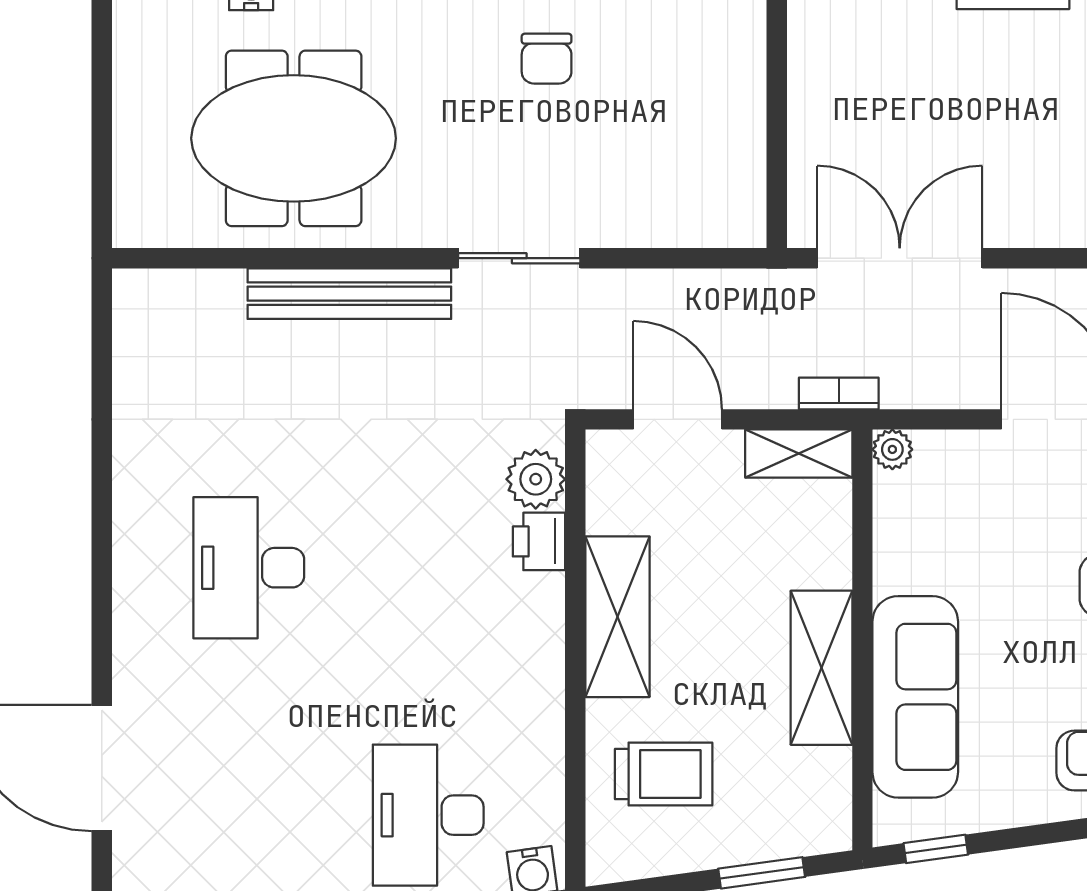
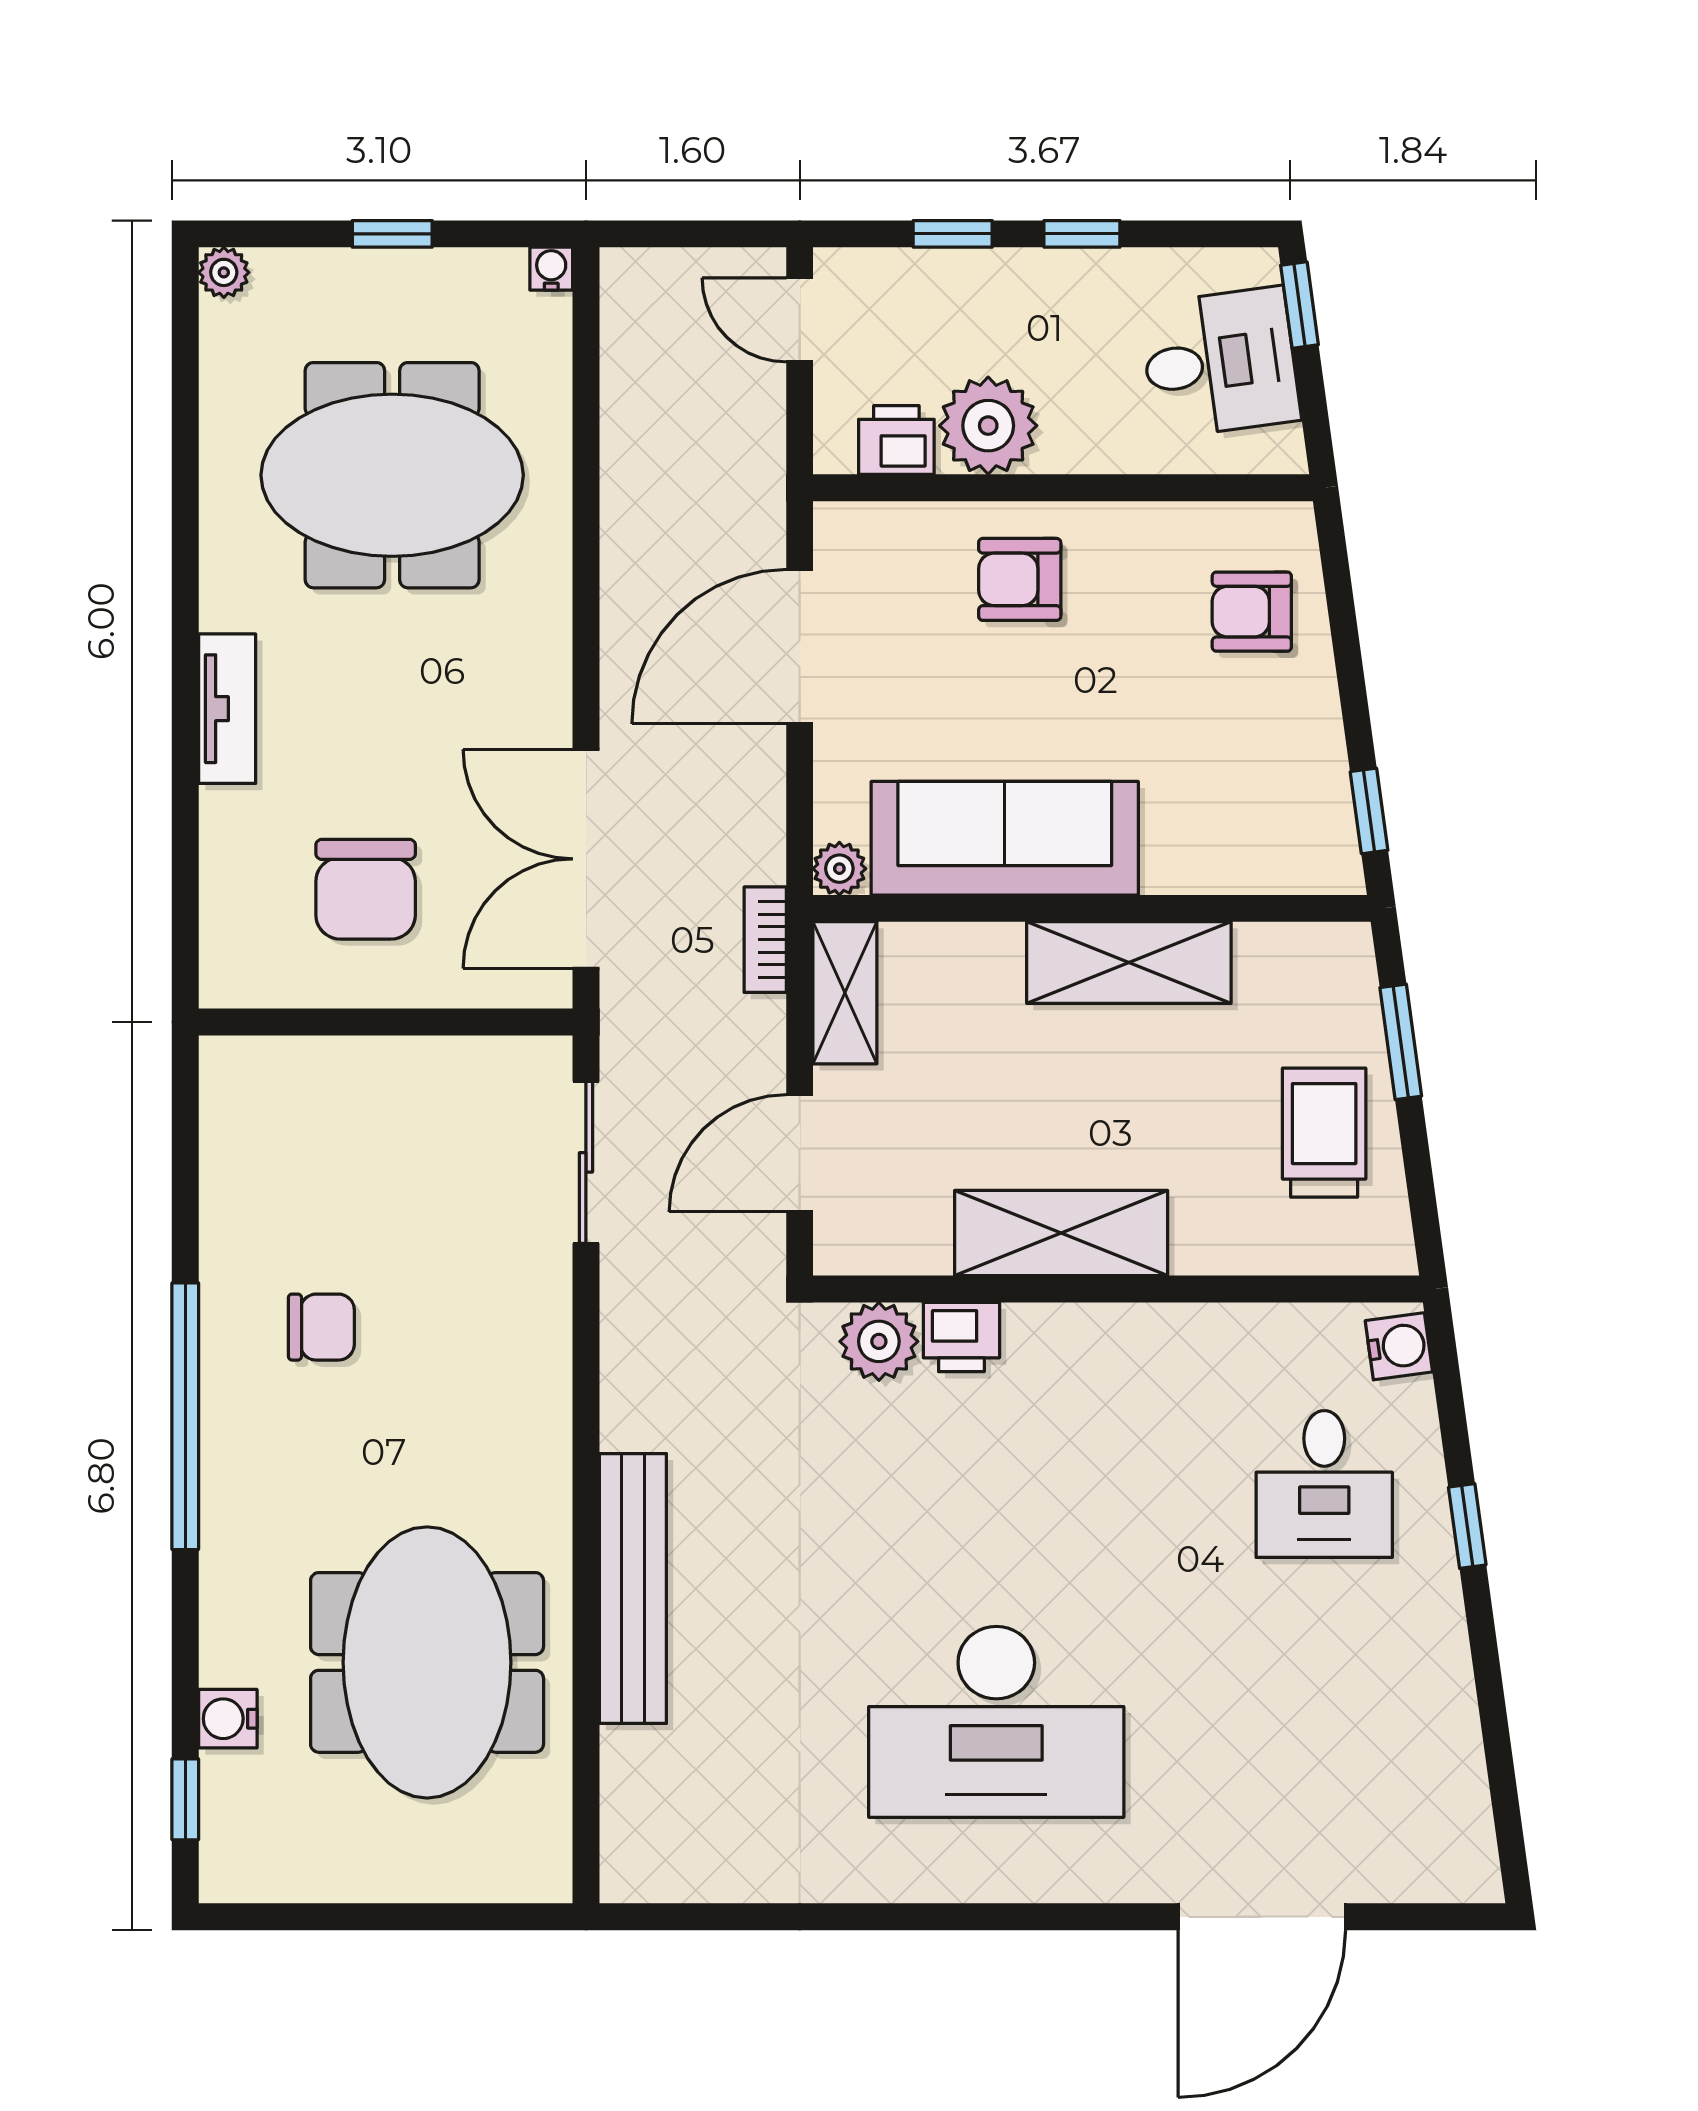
chair: (877, 92) -> (366, 889), added
sliding door: (519, 258) -> (586, 1162), moved
desk: (249, 568) -> (996, 1722), width x1.36, depth x1.30
sofa: (915, 697) -> (1005, 838), moved
trolley: (664, 774) -> (1324, 1133), moved
desk: (428, 815) -> (1324, 1484), width x0.73

